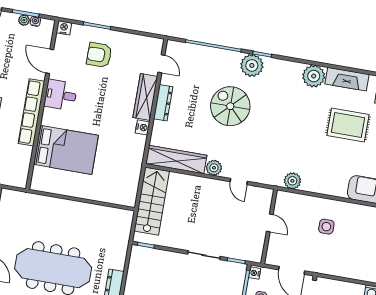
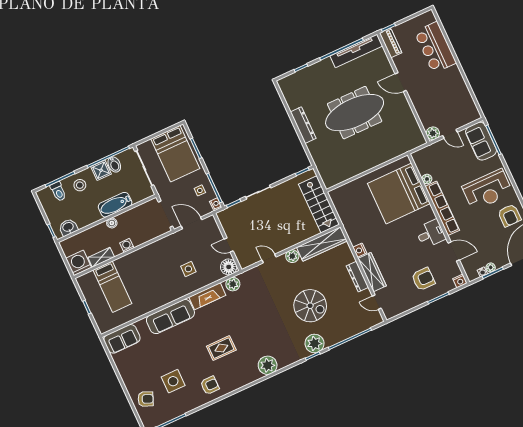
fireplace: (347, 79) -> (207, 296), moved, turned 180
rug: (348, 125) -> (221, 348), width x0.73, depth x0.70
bed: (66, 150) -> (399, 194), width x1.36
plant: (27, 152) -> (427, 179), added
floor lamp: (285, 201) -> (229, 267), added

